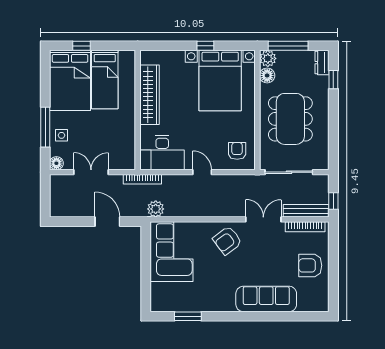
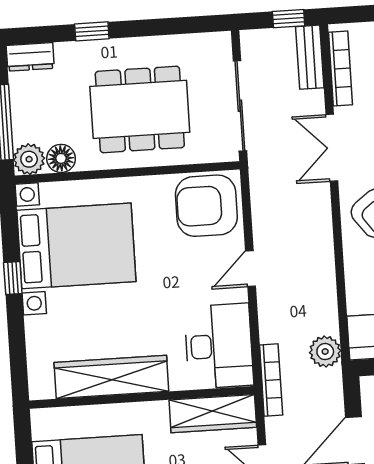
window: (333, 80) -> (92, 31), moved
wardrobe: (127, 147) -> (213, 414), added
armchair: (237, 151) -> (206, 206), width x1.88, depth x1.88
bench: (306, 211) -> (310, 57), width x0.73

